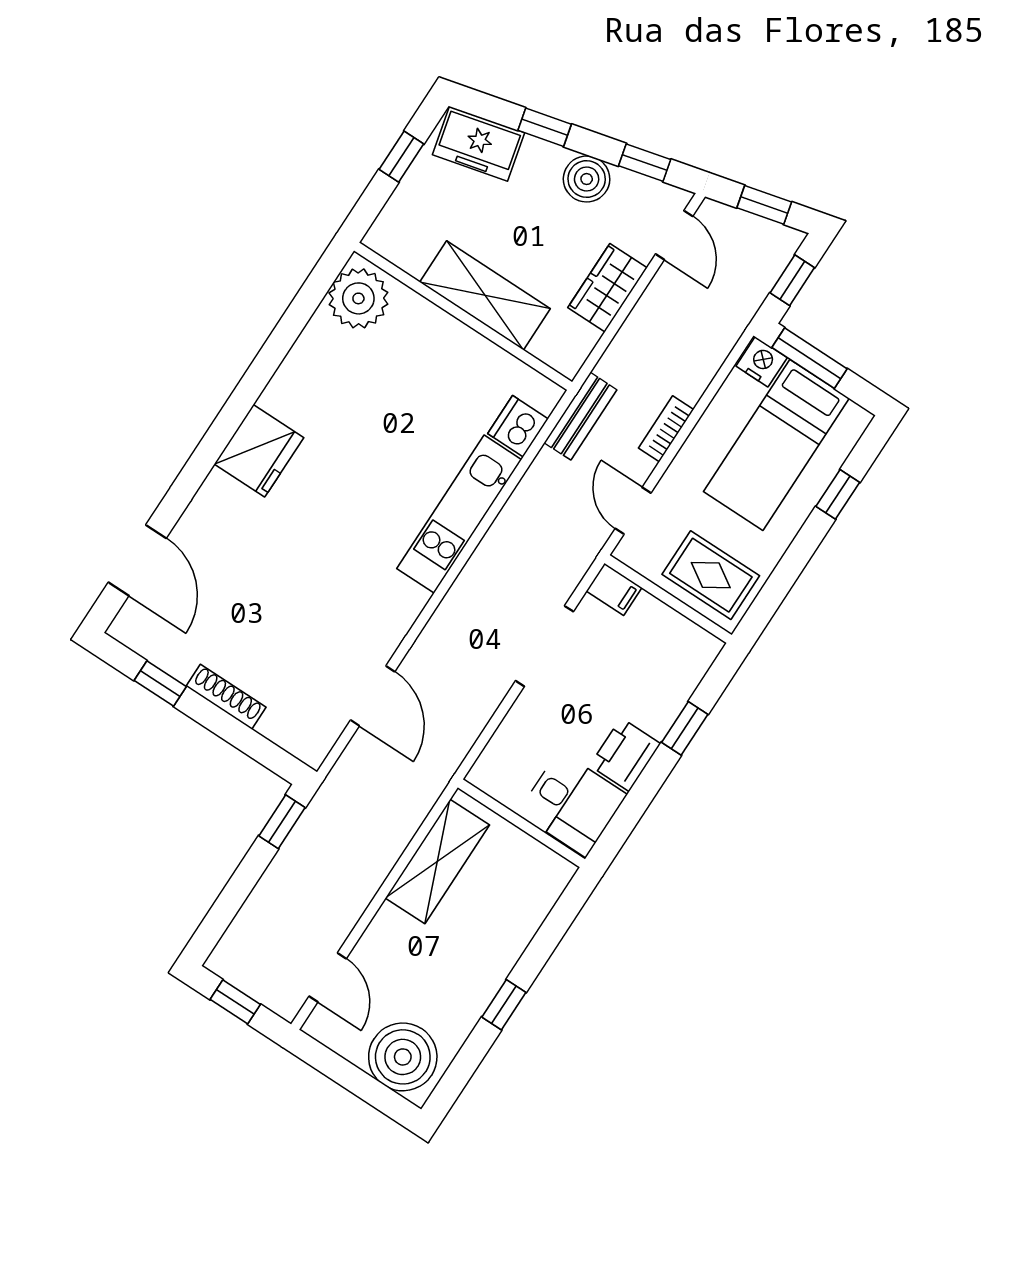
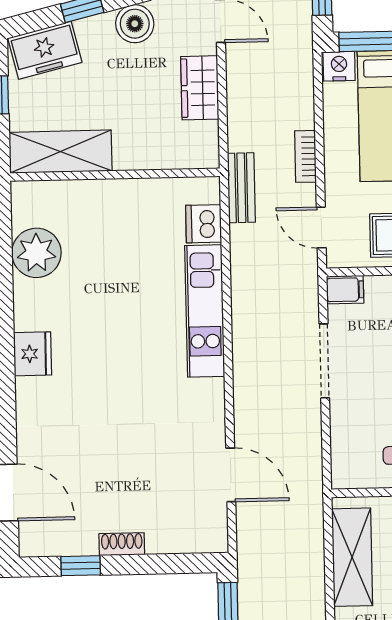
shelving: (485, 295) -> (61, 152), moved
plant: (358, 298) -> (36, 253), moved
fridge: (259, 451) -> (33, 354), width x0.73, depth x0.75
shoe rack: (226, 697) -> (122, 544), width x0.70

